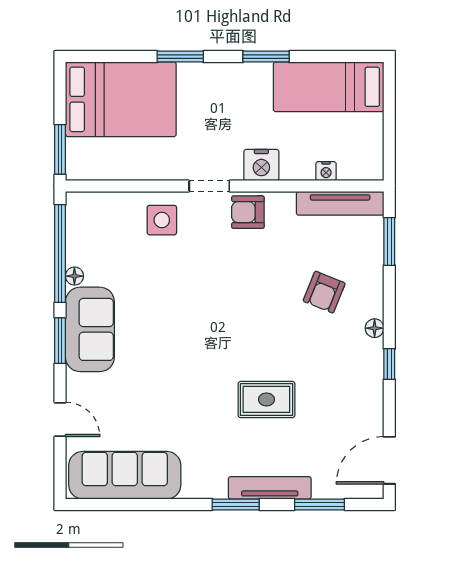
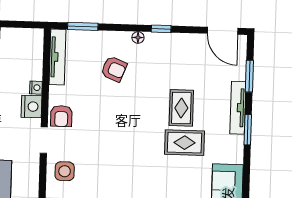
nightstand: (326, 171) -> (36, 88), moved
rug: (212, 406) -> (185, 143), added

